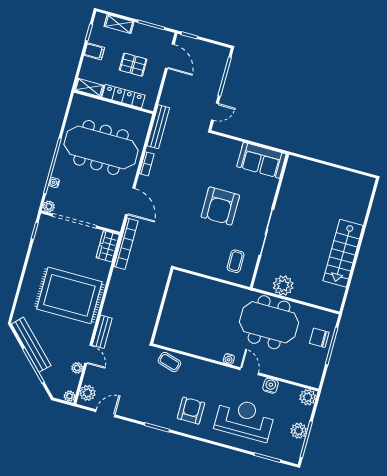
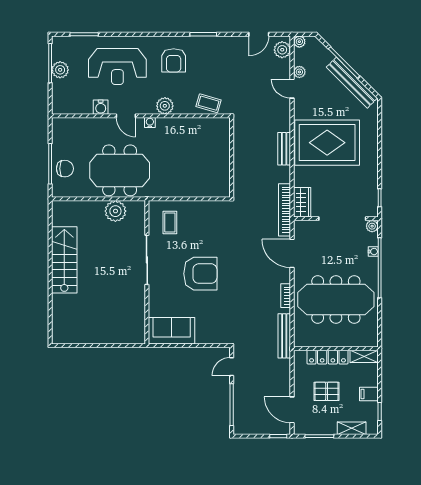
armchair: (220, 206) -> (200, 274), turned 90
bench: (102, 332) -> (284, 149), moved
plant: (308, 397) -> (165, 106), moved

